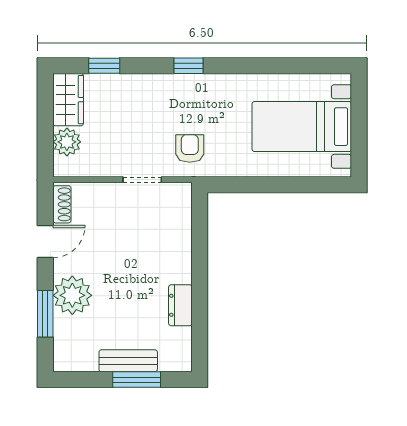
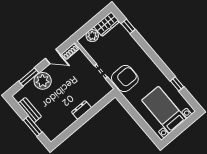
window: (188, 66) -> (177, 84), moved
armchair: (190, 148) -> (125, 78), width x1.88, depth x1.88
dresser: (180, 305) -> (81, 110), moved
bench: (128, 361) -> (30, 110), moved

